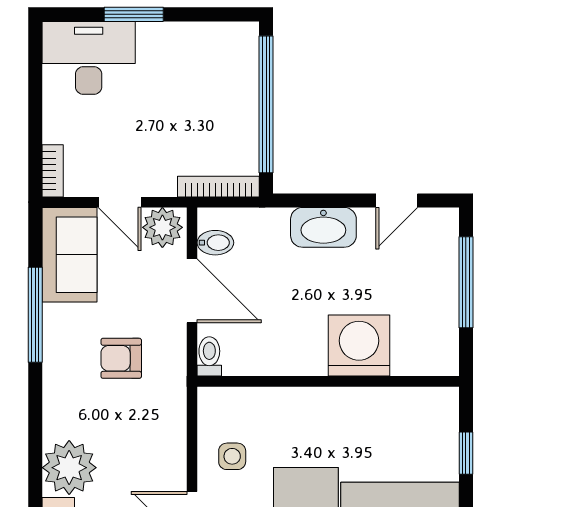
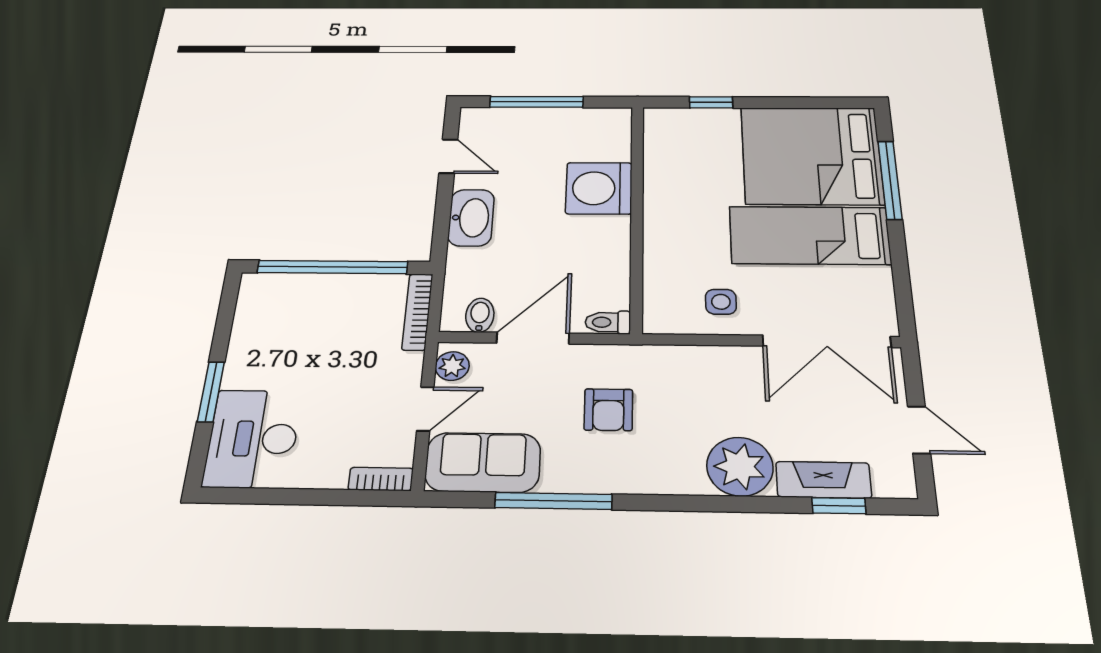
plant: (162, 227) -> (452, 366), width x0.73, depth x0.73

